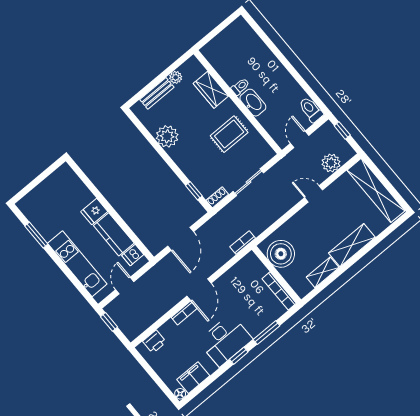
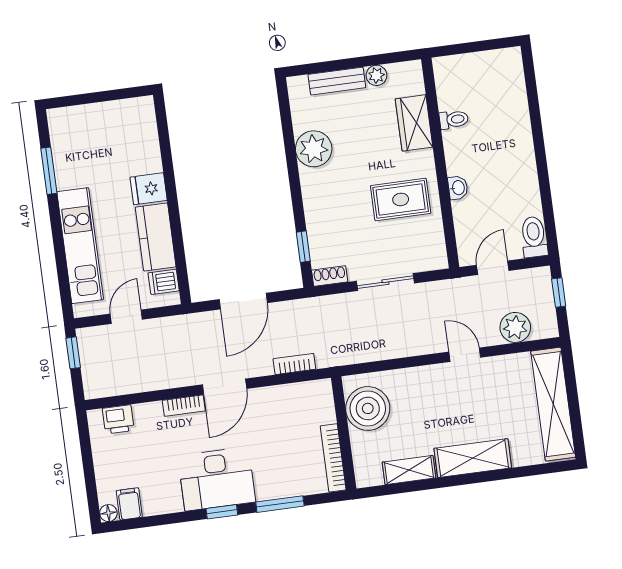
toilet: (240, 87) -> (454, 120), moved
washbasin: (253, 103) -> (458, 188), width x0.52, depth x0.69
bookcase: (243, 243) -> (294, 364), moved
filing cabinet: (193, 378) -> (129, 504), width x0.50

